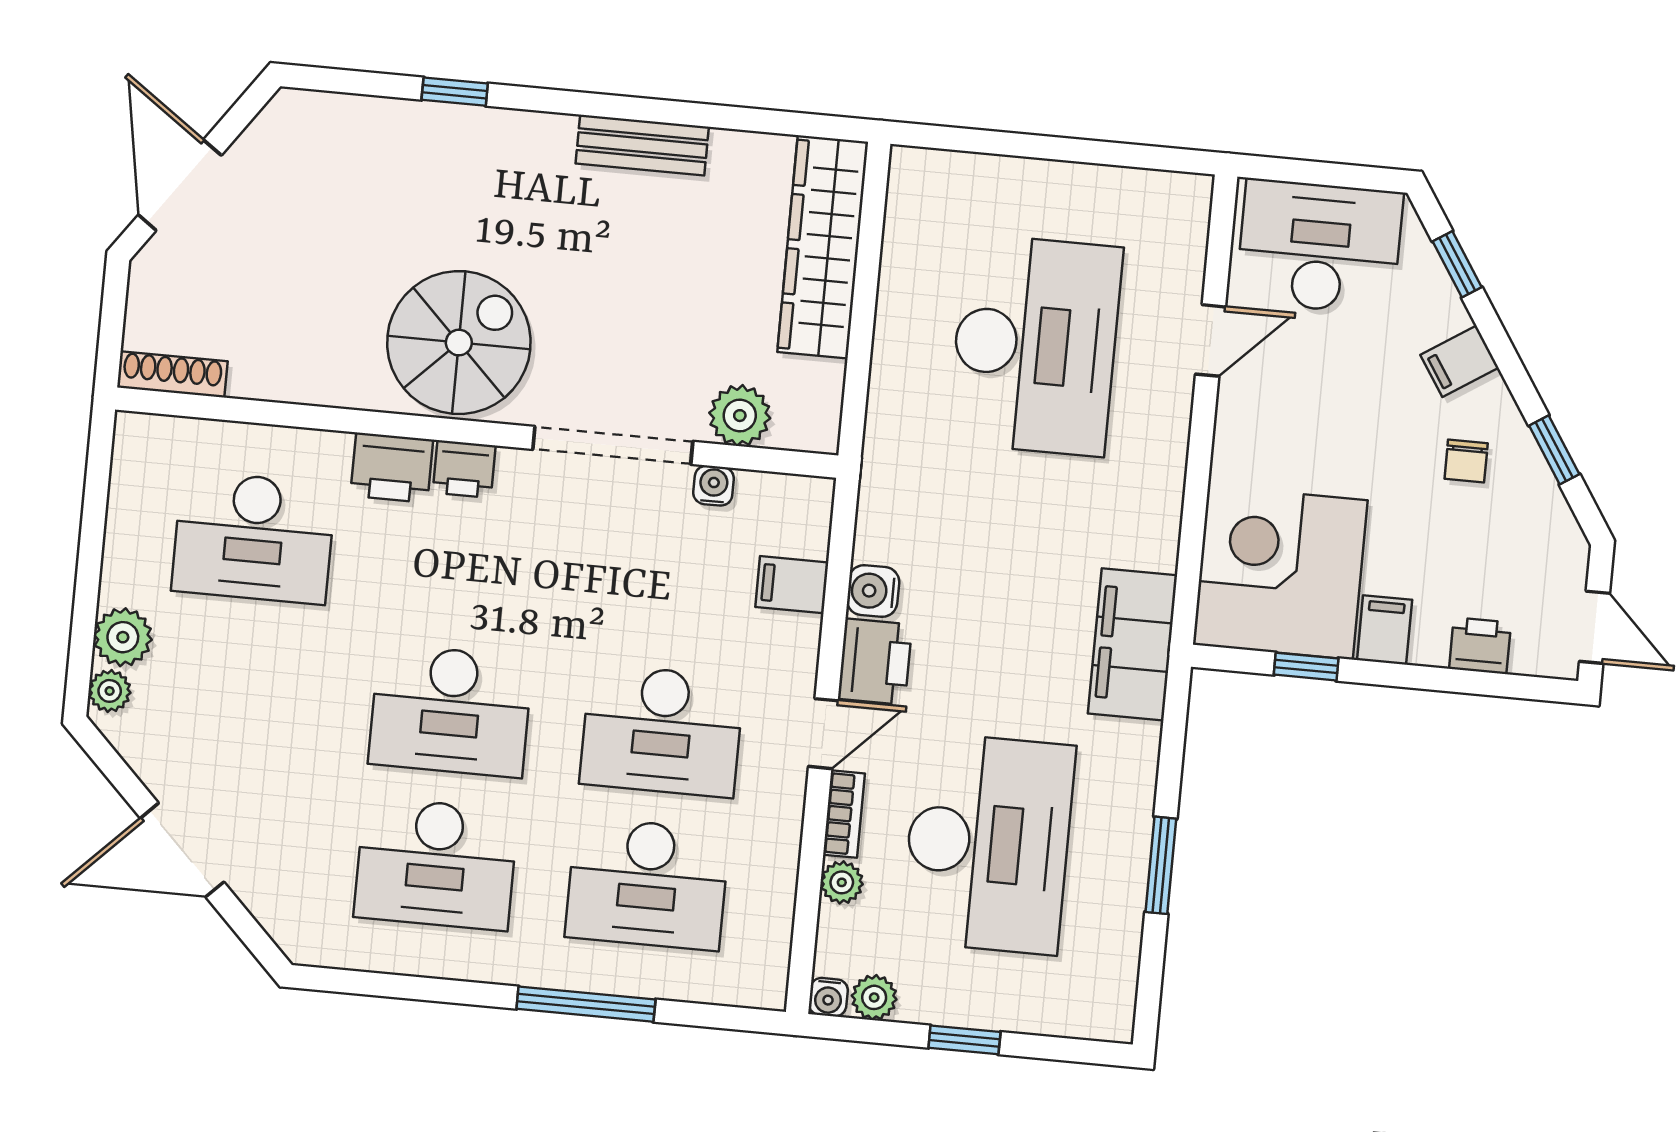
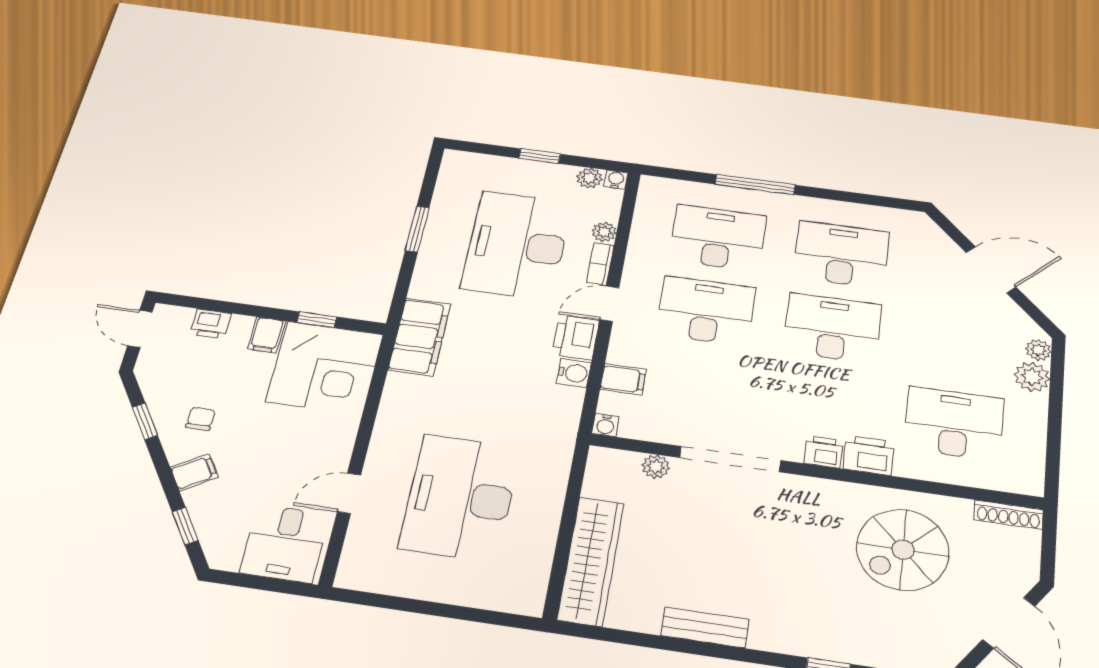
desk: (1320, 247) -> (285, 543), width x0.73
spiral stairs: (459, 343) -> (903, 550), moved
plant: (740, 416) -> (656, 467), width x0.73, depth x0.73
water cooler: (714, 486) -> (606, 425), moved

